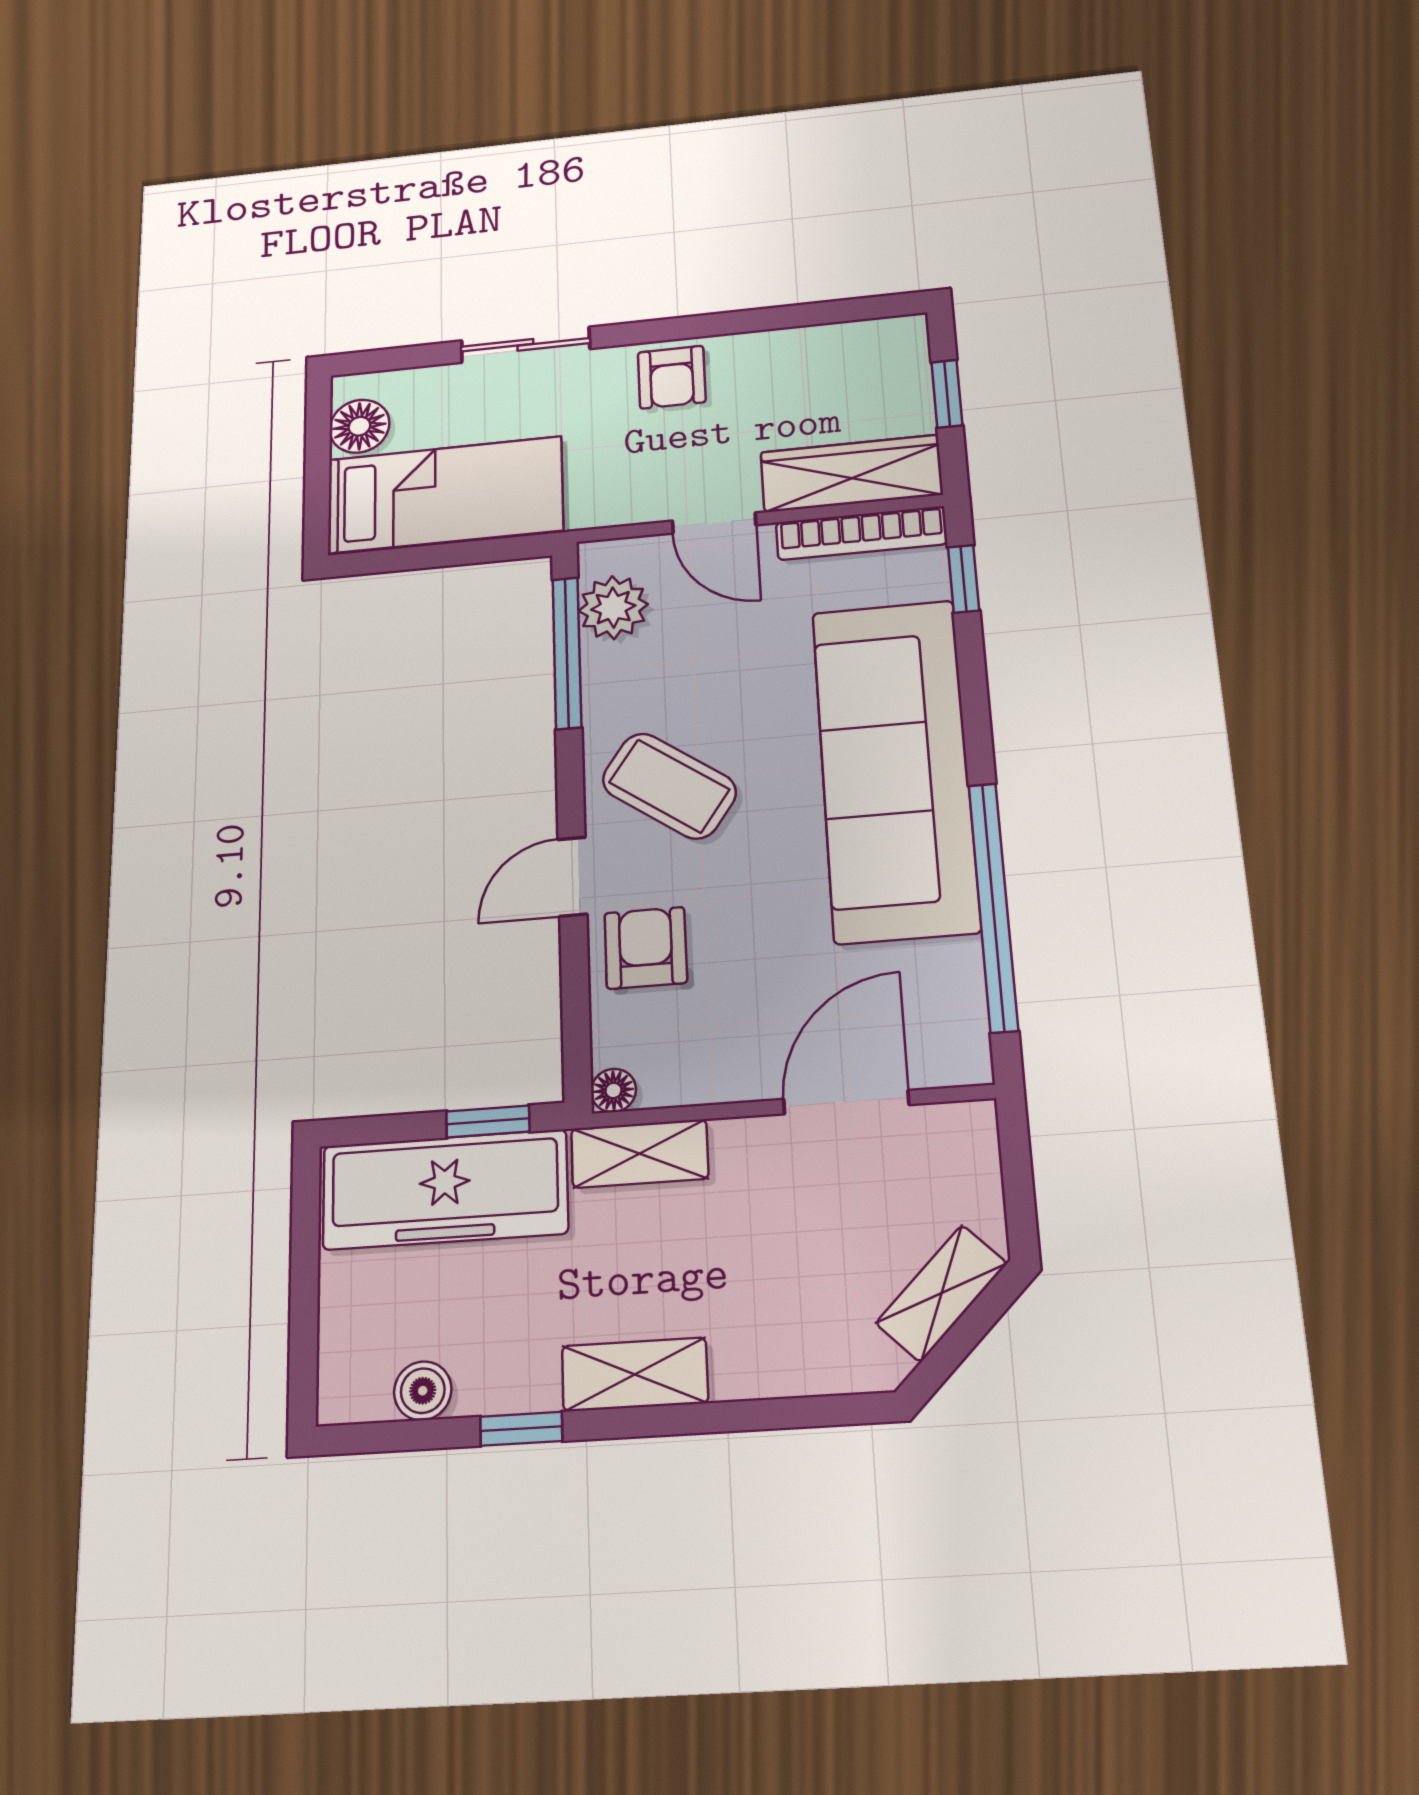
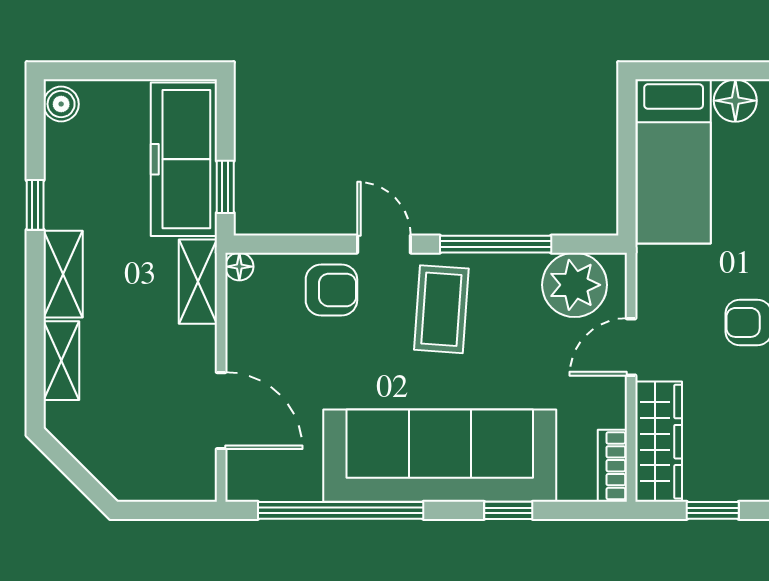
bookcase: (861, 533) -> (612, 466), width x0.64
window: (964, 579) -> (508, 510), moved
plant: (613, 608) -> (575, 285), width x1.36, depth x1.36
window: (567, 653) -> (496, 244), moved
coffee table: (669, 786) -> (441, 309), turned -31
shelving: (941, 1293) -> (61, 361), moved, turned 45
boiler: (423, 1391) -> (61, 104), moved

